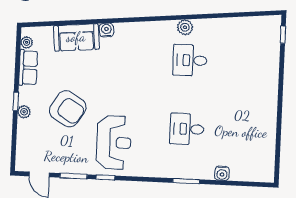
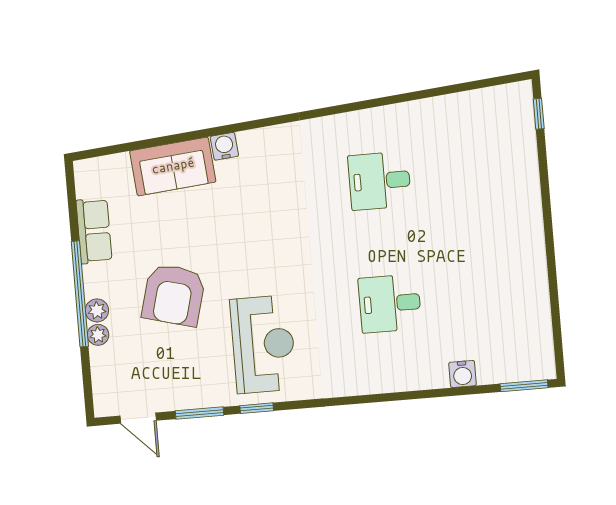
plant: (185, 27) -> (363, 123), removed
plant: (27, 42) -> (98, 335), moved
window: (16, 101) -> (80, 294), width x3.17
armchair: (68, 109) -> (174, 295), turned 73
window: (186, 181) -> (524, 386), moved

